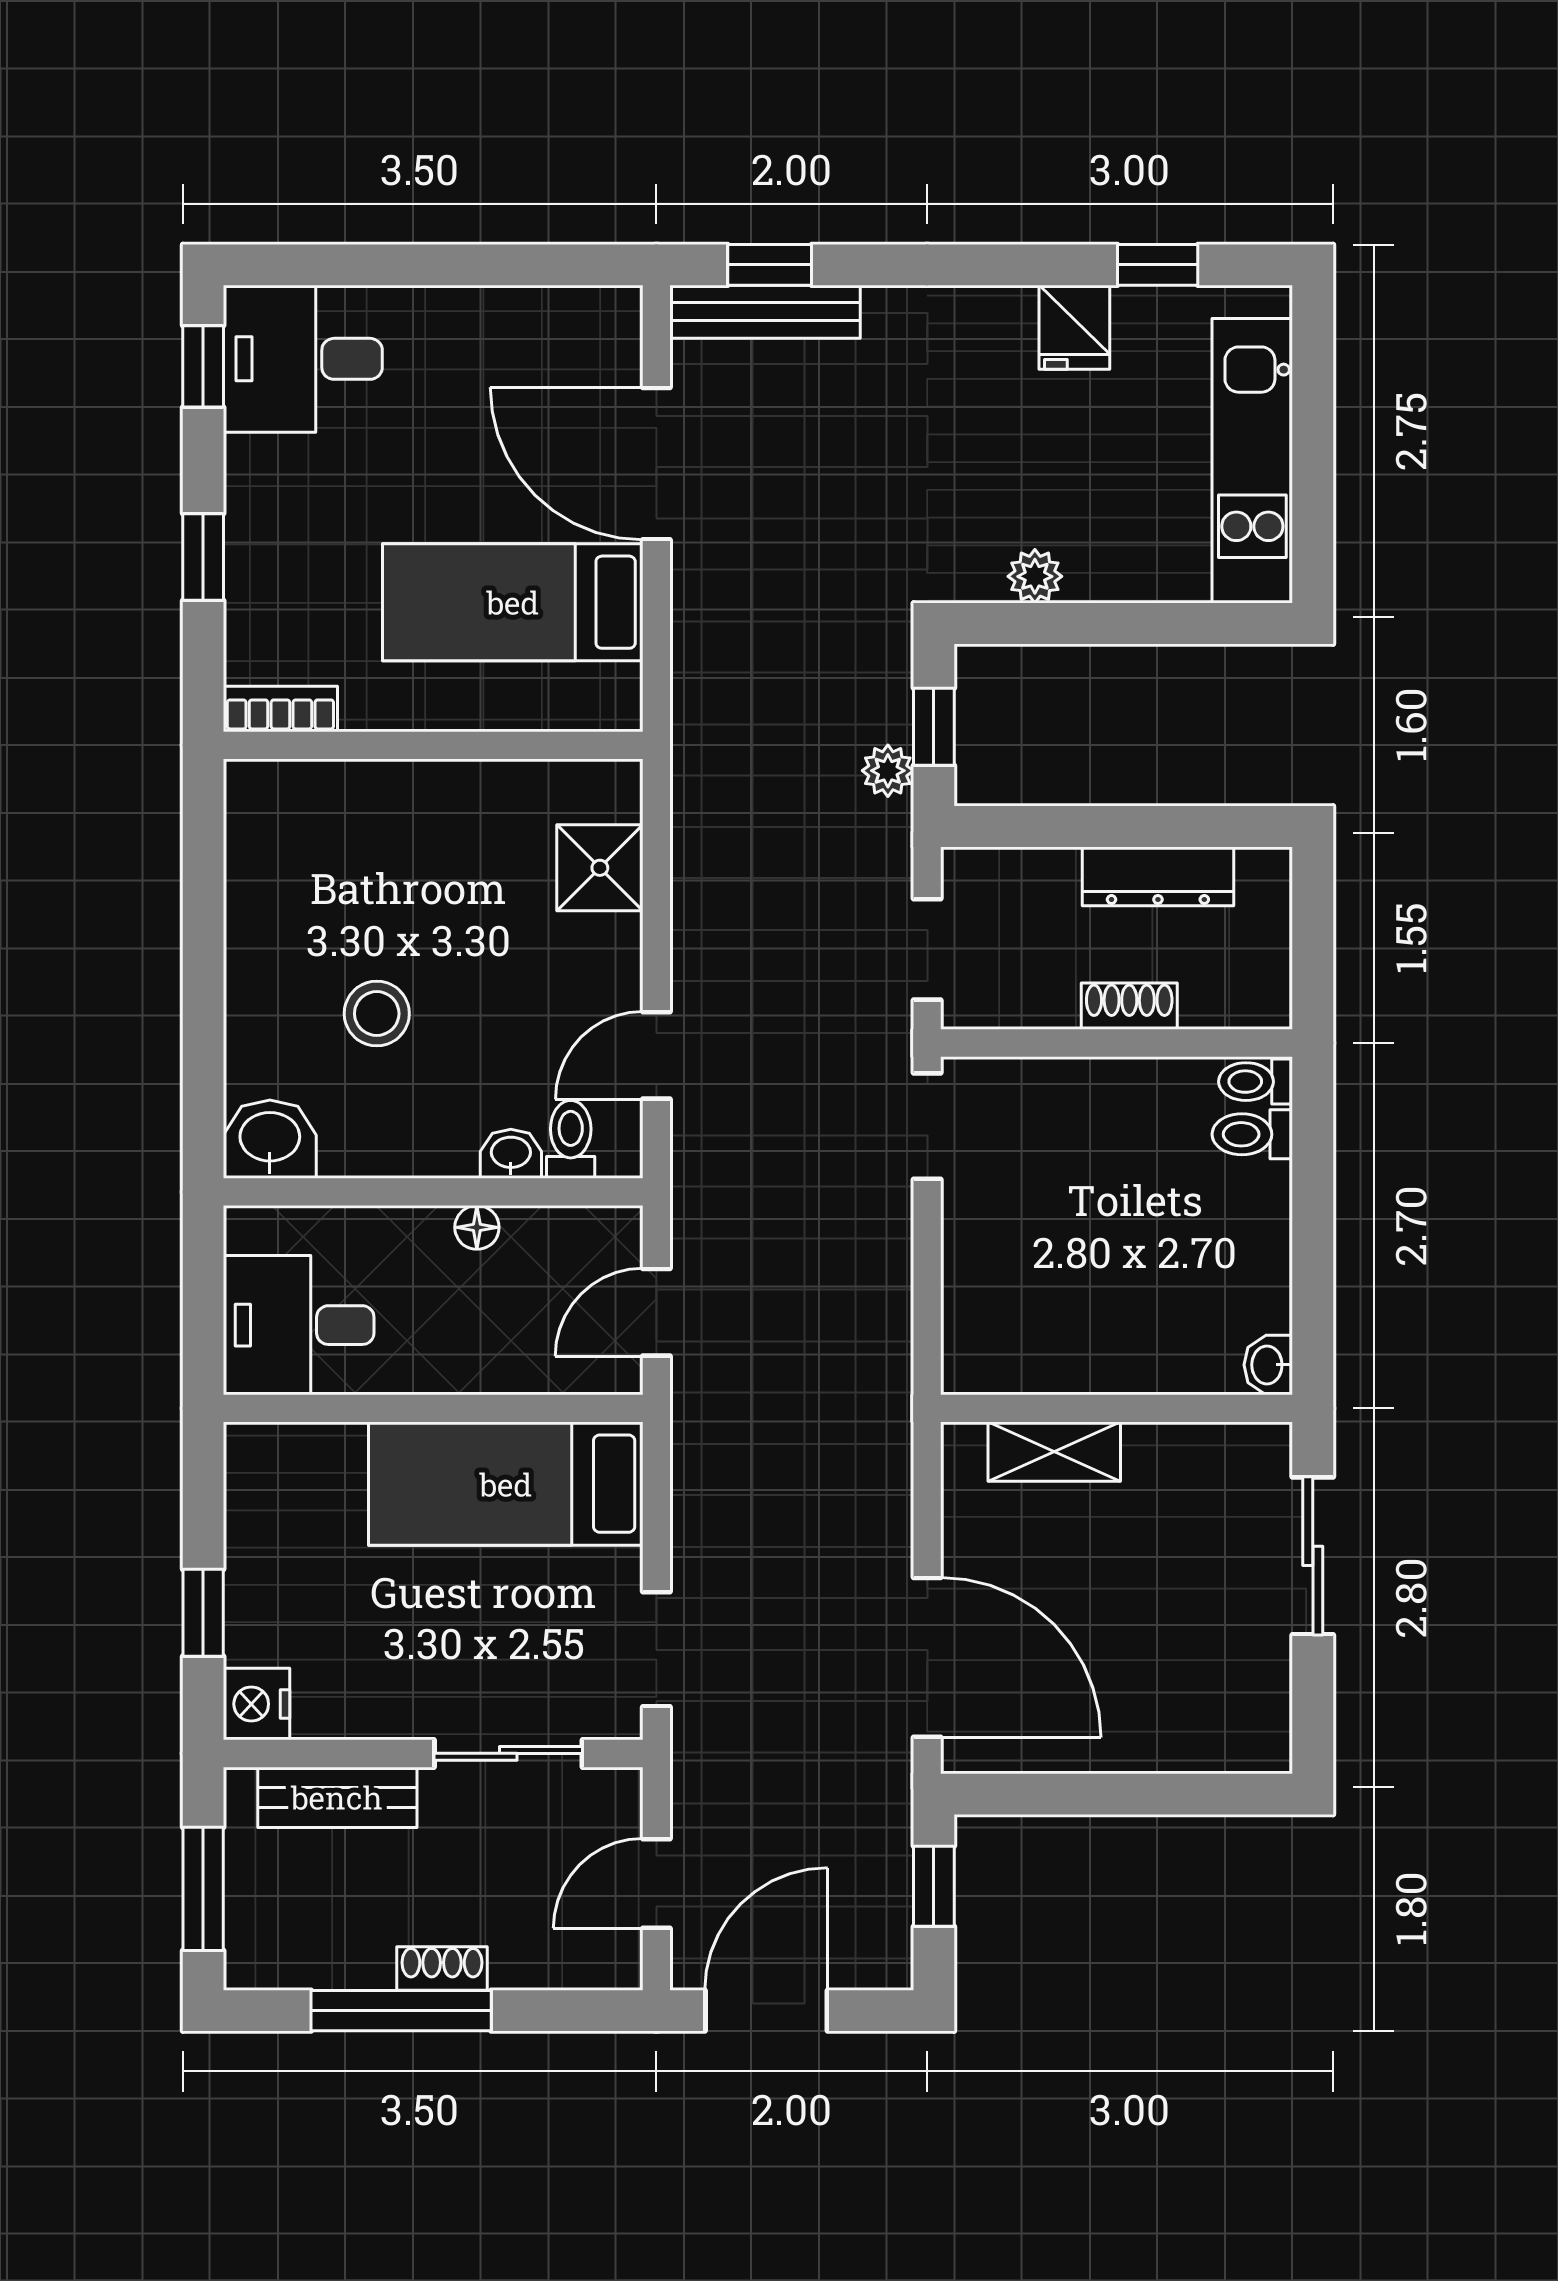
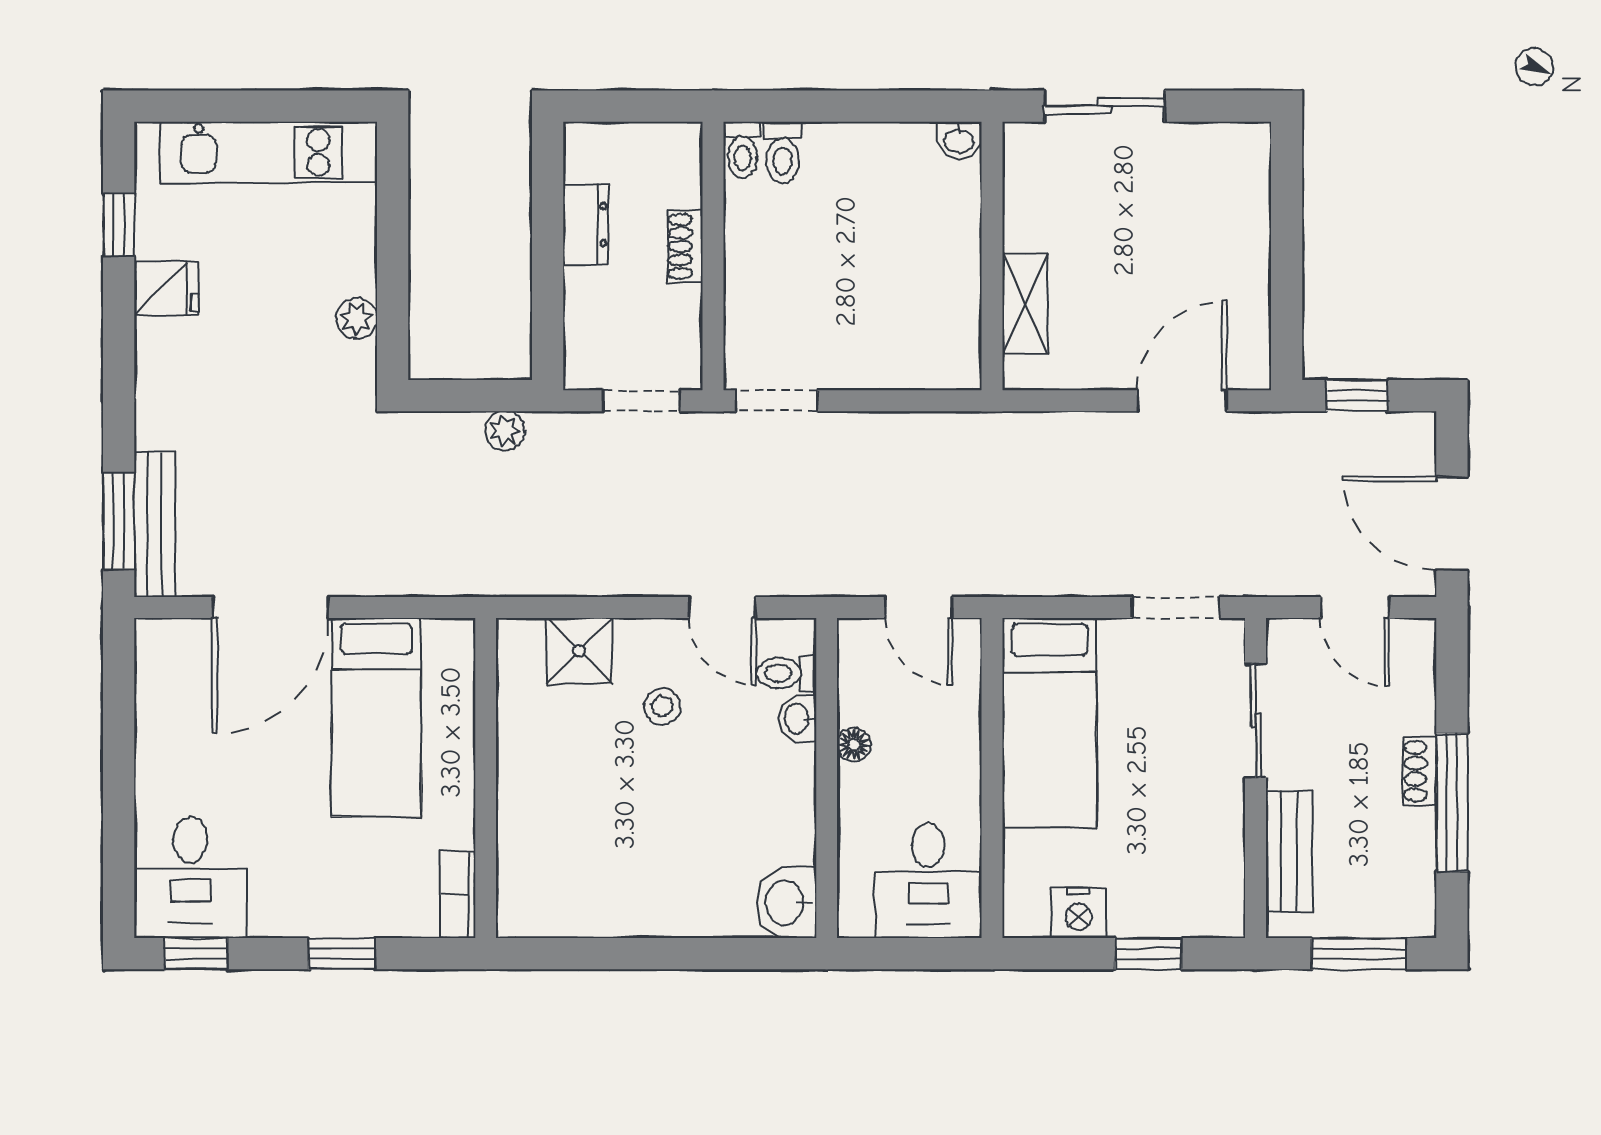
window: (770, 265) -> (119, 521), width x1.50
window: (934, 727) -> (471, 396), removed
dresser: (1158, 876) -> (586, 224), width x0.70
stool: (377, 1014) -> (662, 706), moved, width x0.73, depth x0.73
door: (927, 1657) -> (1182, 401), width x0.73
nightstand: (256, 1704) -> (1079, 913), moved

